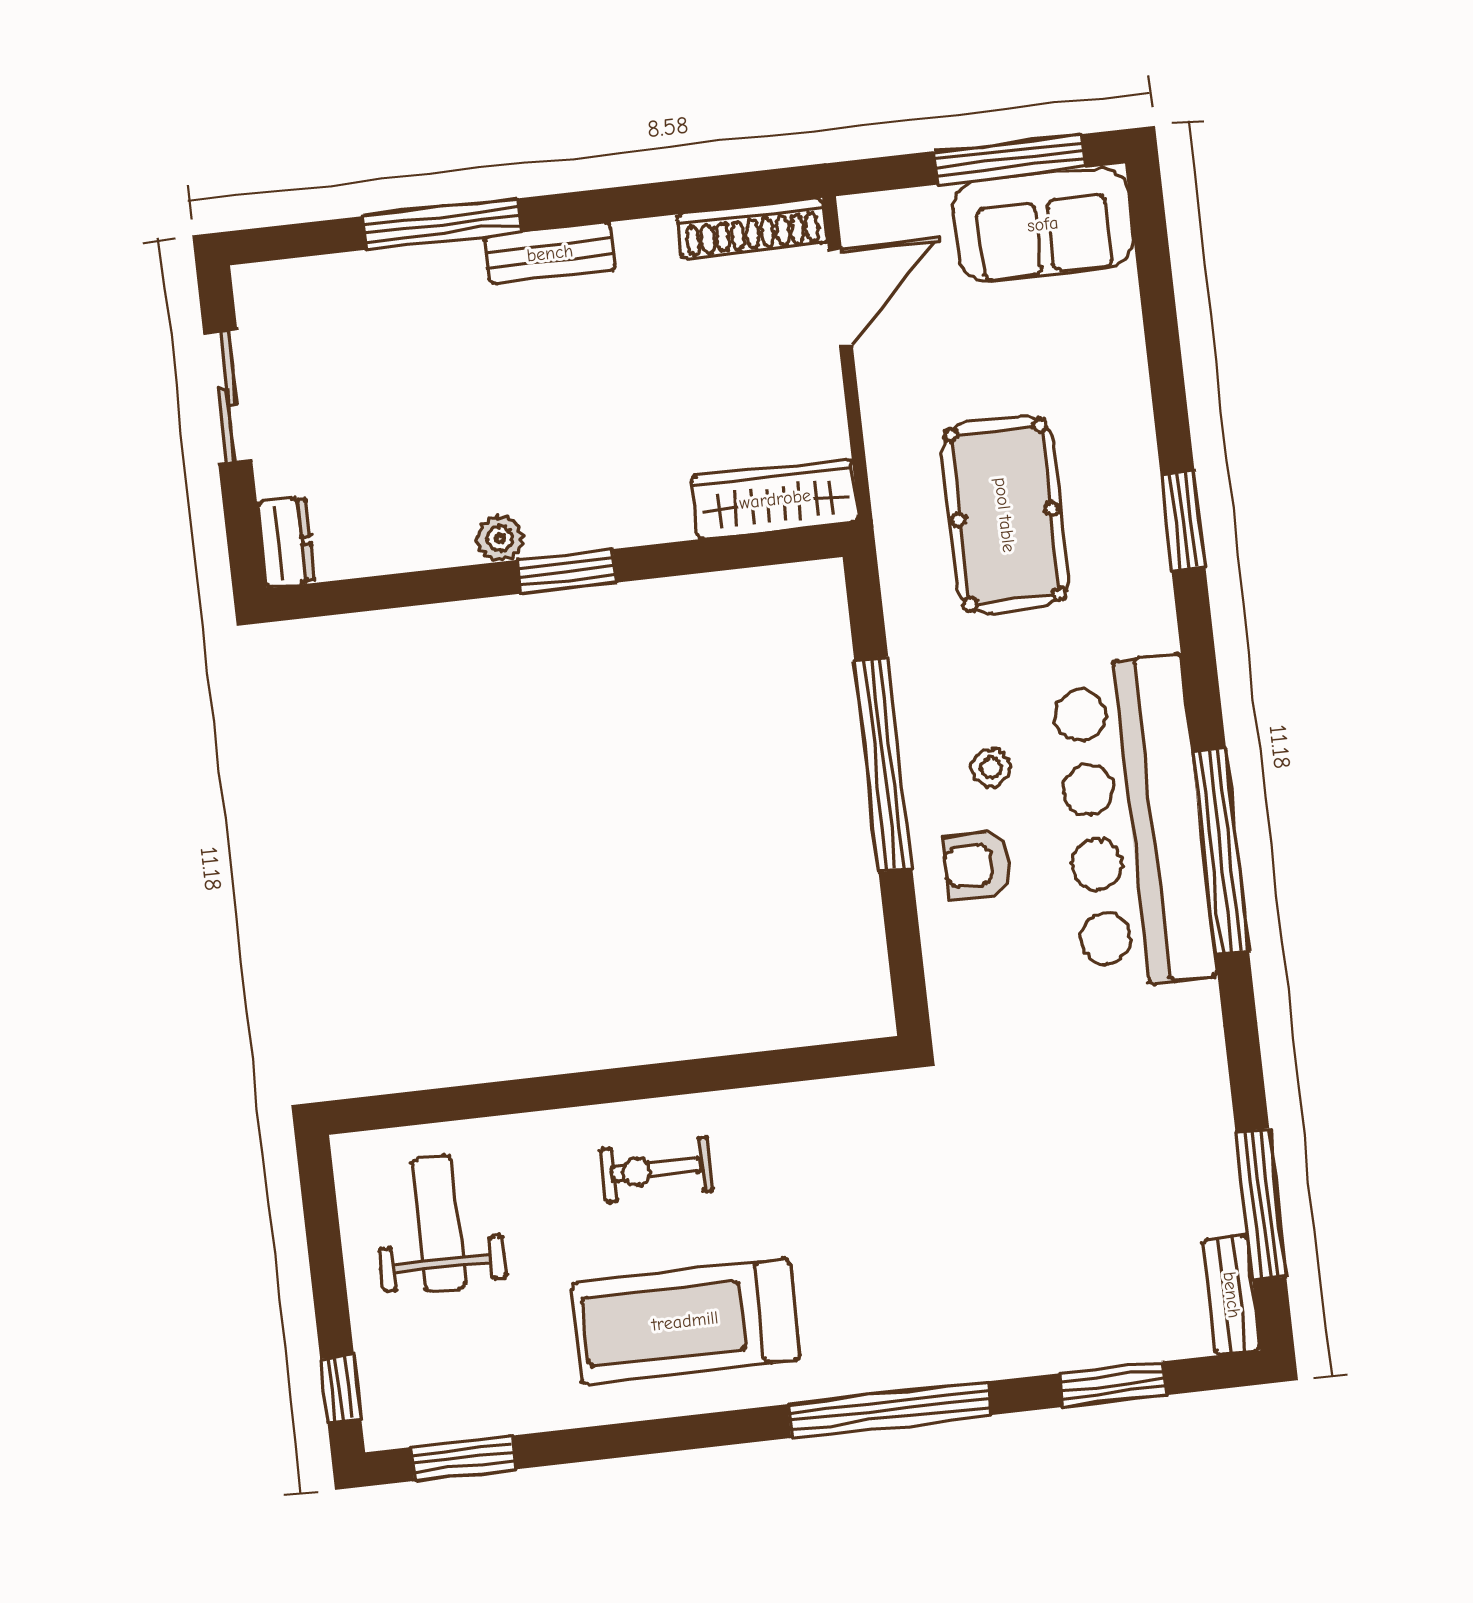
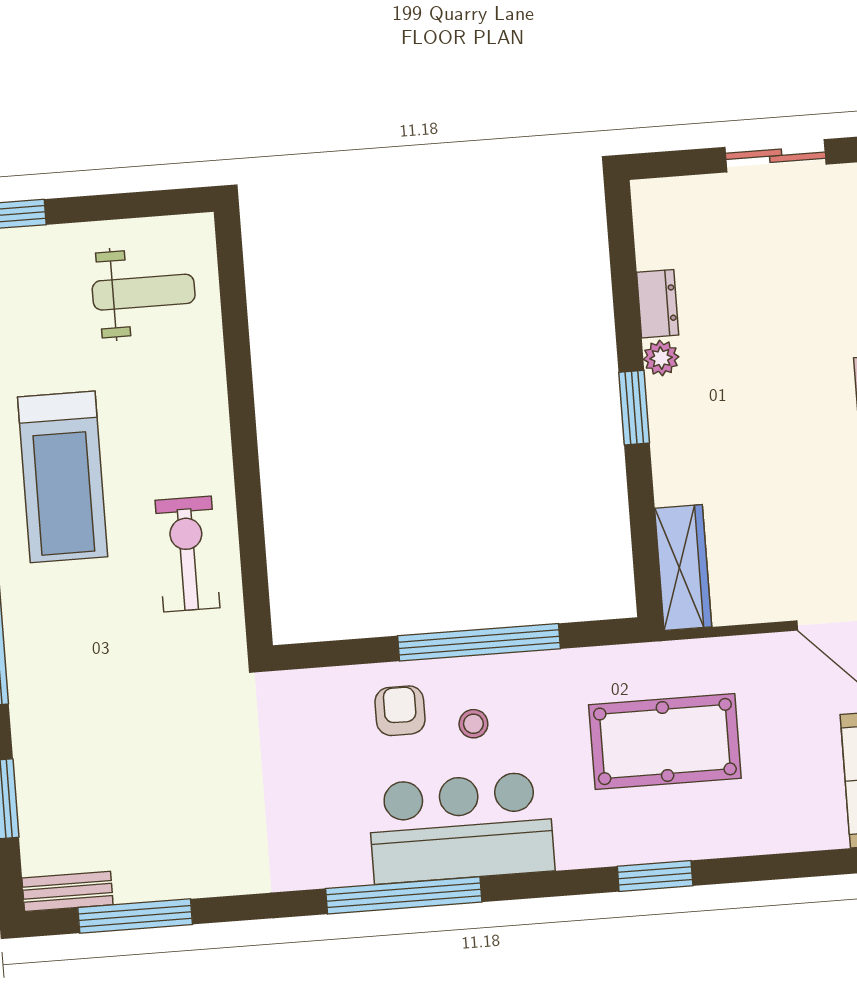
dresser: (286, 542) -> (658, 304), moved, turned -90
bar counter: (1133, 822) -> (461, 828), width x0.73
exercise bike: (657, 1170) -> (187, 554), moved, width x1.38, depth x1.39
treadmill: (685, 1321) -> (63, 477), turned 180

